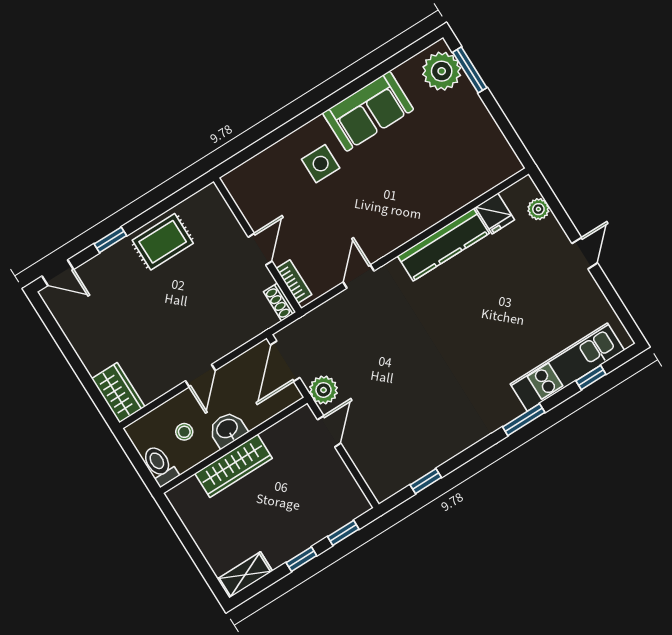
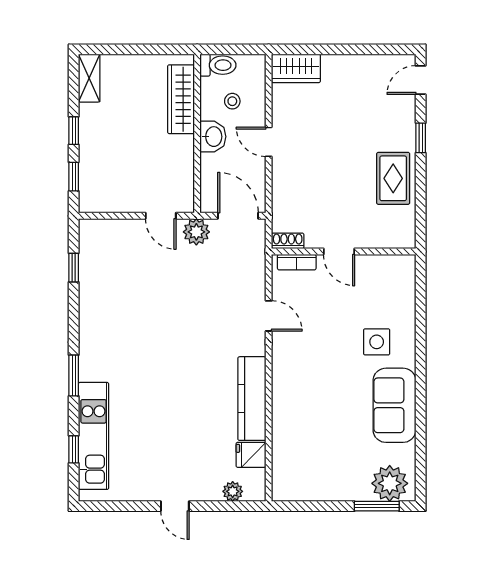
wardrobe: (234, 466) -> (181, 99), moved

